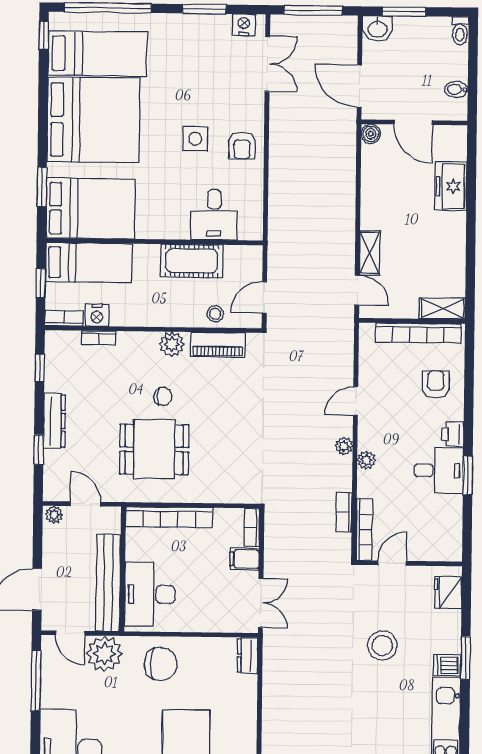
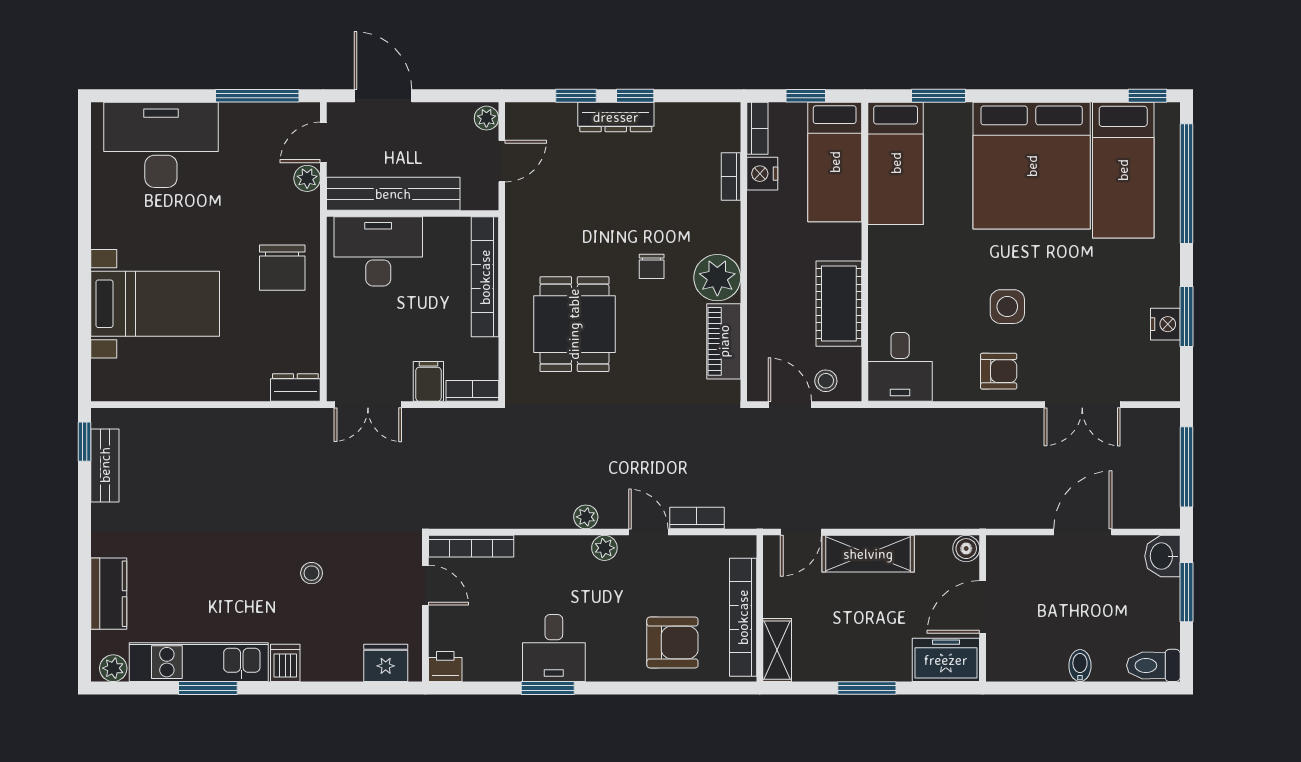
nightstand: (244, 25) -> (1165, 324), moved
toilet: (460, 31) -> (1153, 665), width x1.37, depth x1.39
double door: (267, 64) -> (1082, 405), moved
door: (413, 122) -> (983, 607), moved
wall: (414, 122) -> (983, 608), moved
boiler: (371, 134) -> (966, 549), moved
armchair: (242, 146) -> (999, 371), turned 180
bed: (91, 209) -> (896, 163), width x0.67
desk: (214, 215) -> (900, 367), moved, turned -90
window: (471, 244) -> (867, 688), added
shelving: (370, 253) -> (868, 554), width x1.50, depth x1.33
stool: (215, 314) -> (826, 381), moved
plant: (172, 344) -> (717, 278), width x1.36, depth x1.36
window: (40, 368) -> (635, 96), moved
armchair: (436, 384) -> (672, 642), width x1.38, depth x1.38
printer: (453, 434) -> (445, 667), moved
dining table: (154, 449) -> (574, 324), moved
plant: (366, 460) -> (604, 548), moved
bookcase: (344, 512) -> (697, 518), moved
stool: (382, 645) -> (312, 573), width x0.53, depth x0.53
plant: (104, 654) -> (307, 178), width x0.53, depth x0.53
window: (466, 658) -> (208, 688), moved

